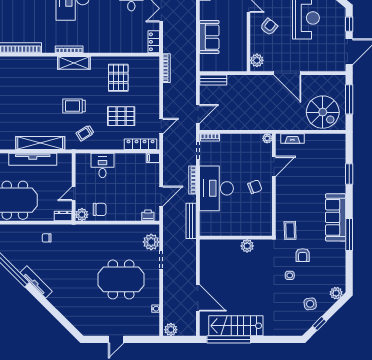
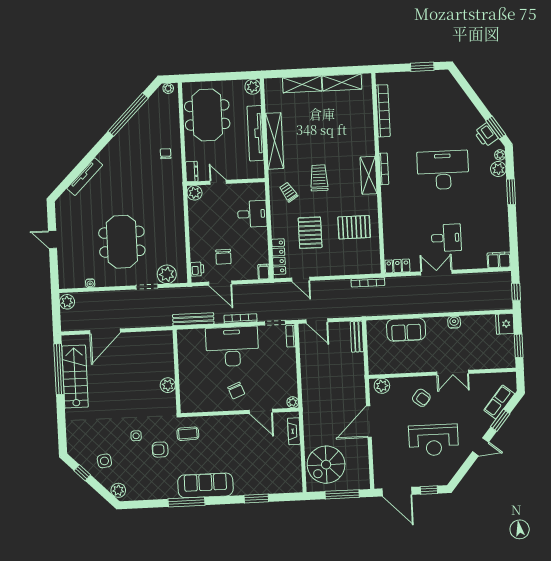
chair: (100, 209) -> (223, 257), moved
tv unit: (36, 282) -> (85, 177), moved

